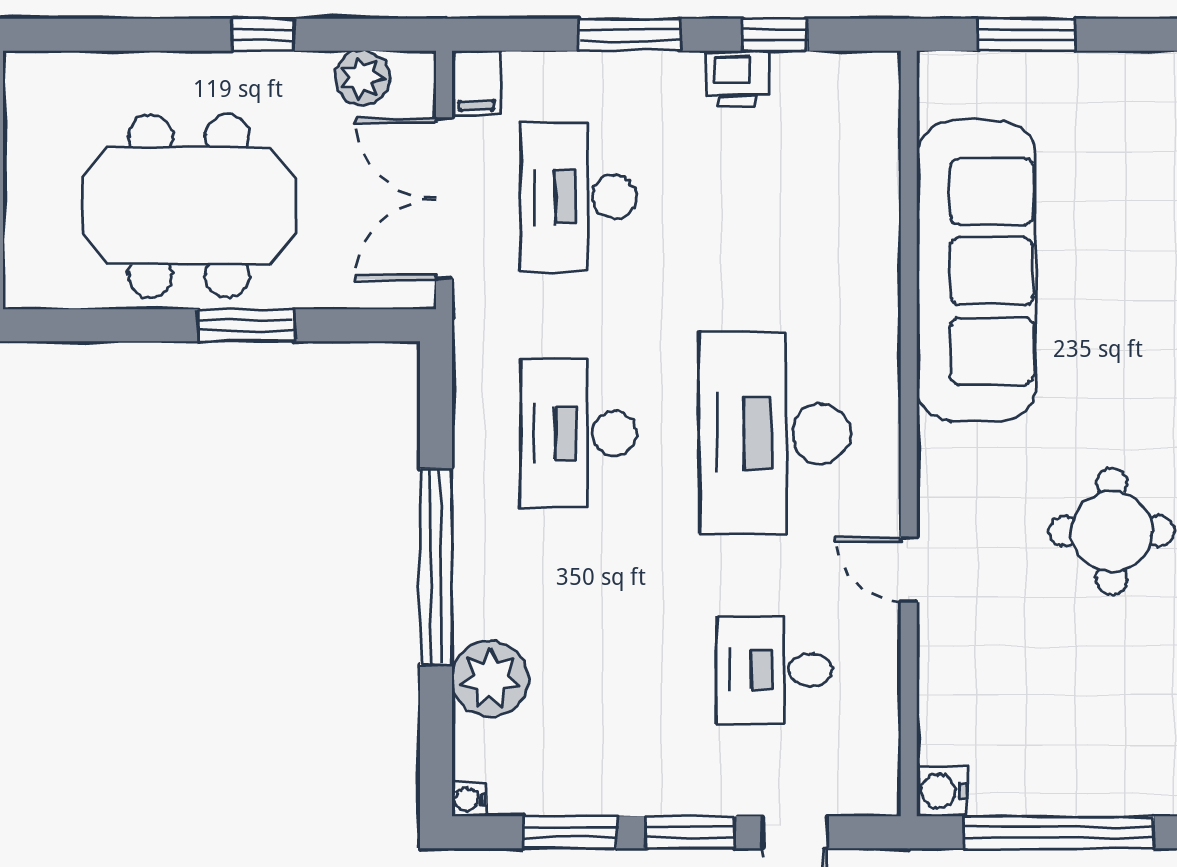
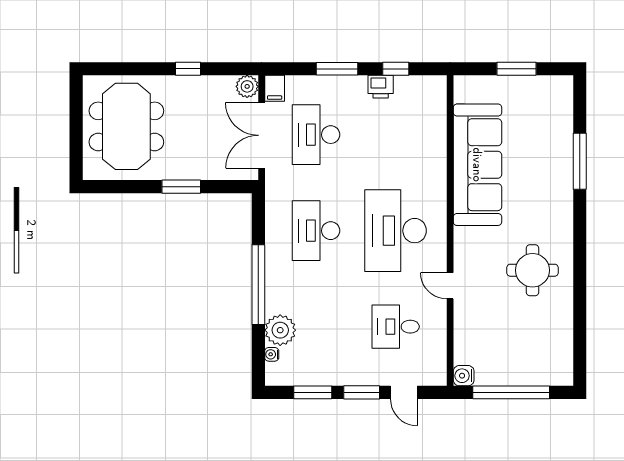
window: (1027, 35) -> (516, 69), moved
plant: (362, 78) -> (247, 86), moved
meeting table: (189, 206) -> (126, 126), moved, turned 90
water cooler: (469, 799) -> (272, 354), moved

